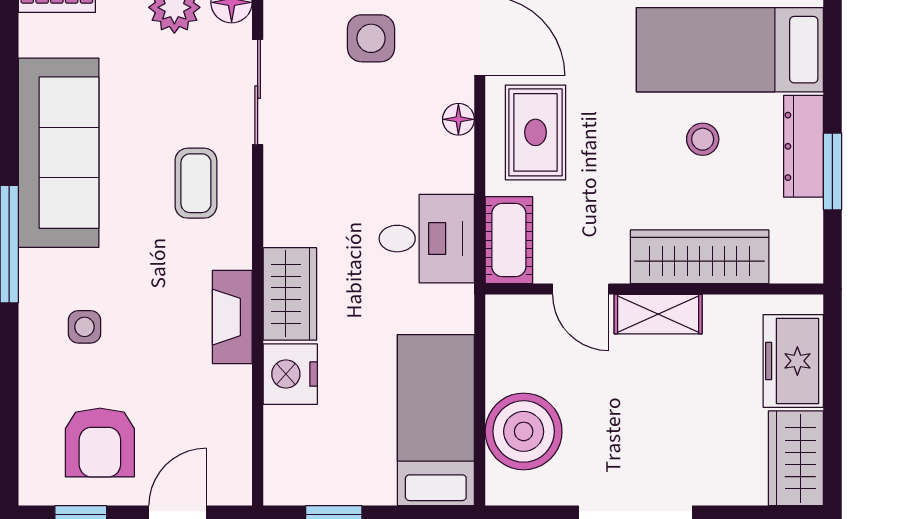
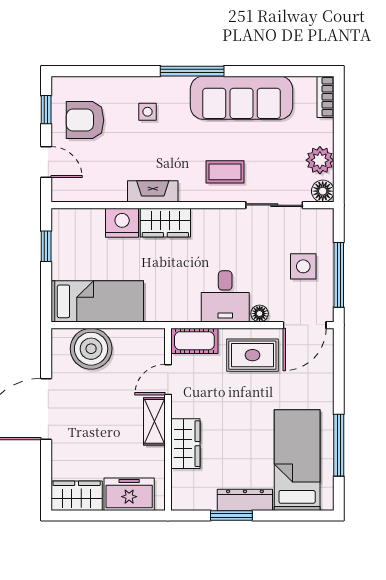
stool: (703, 139) -> (249, 445), removed
desk: (427, 239) -> (225, 296), moved
wardrobe: (700, 257) -> (185, 444), width x0.67

